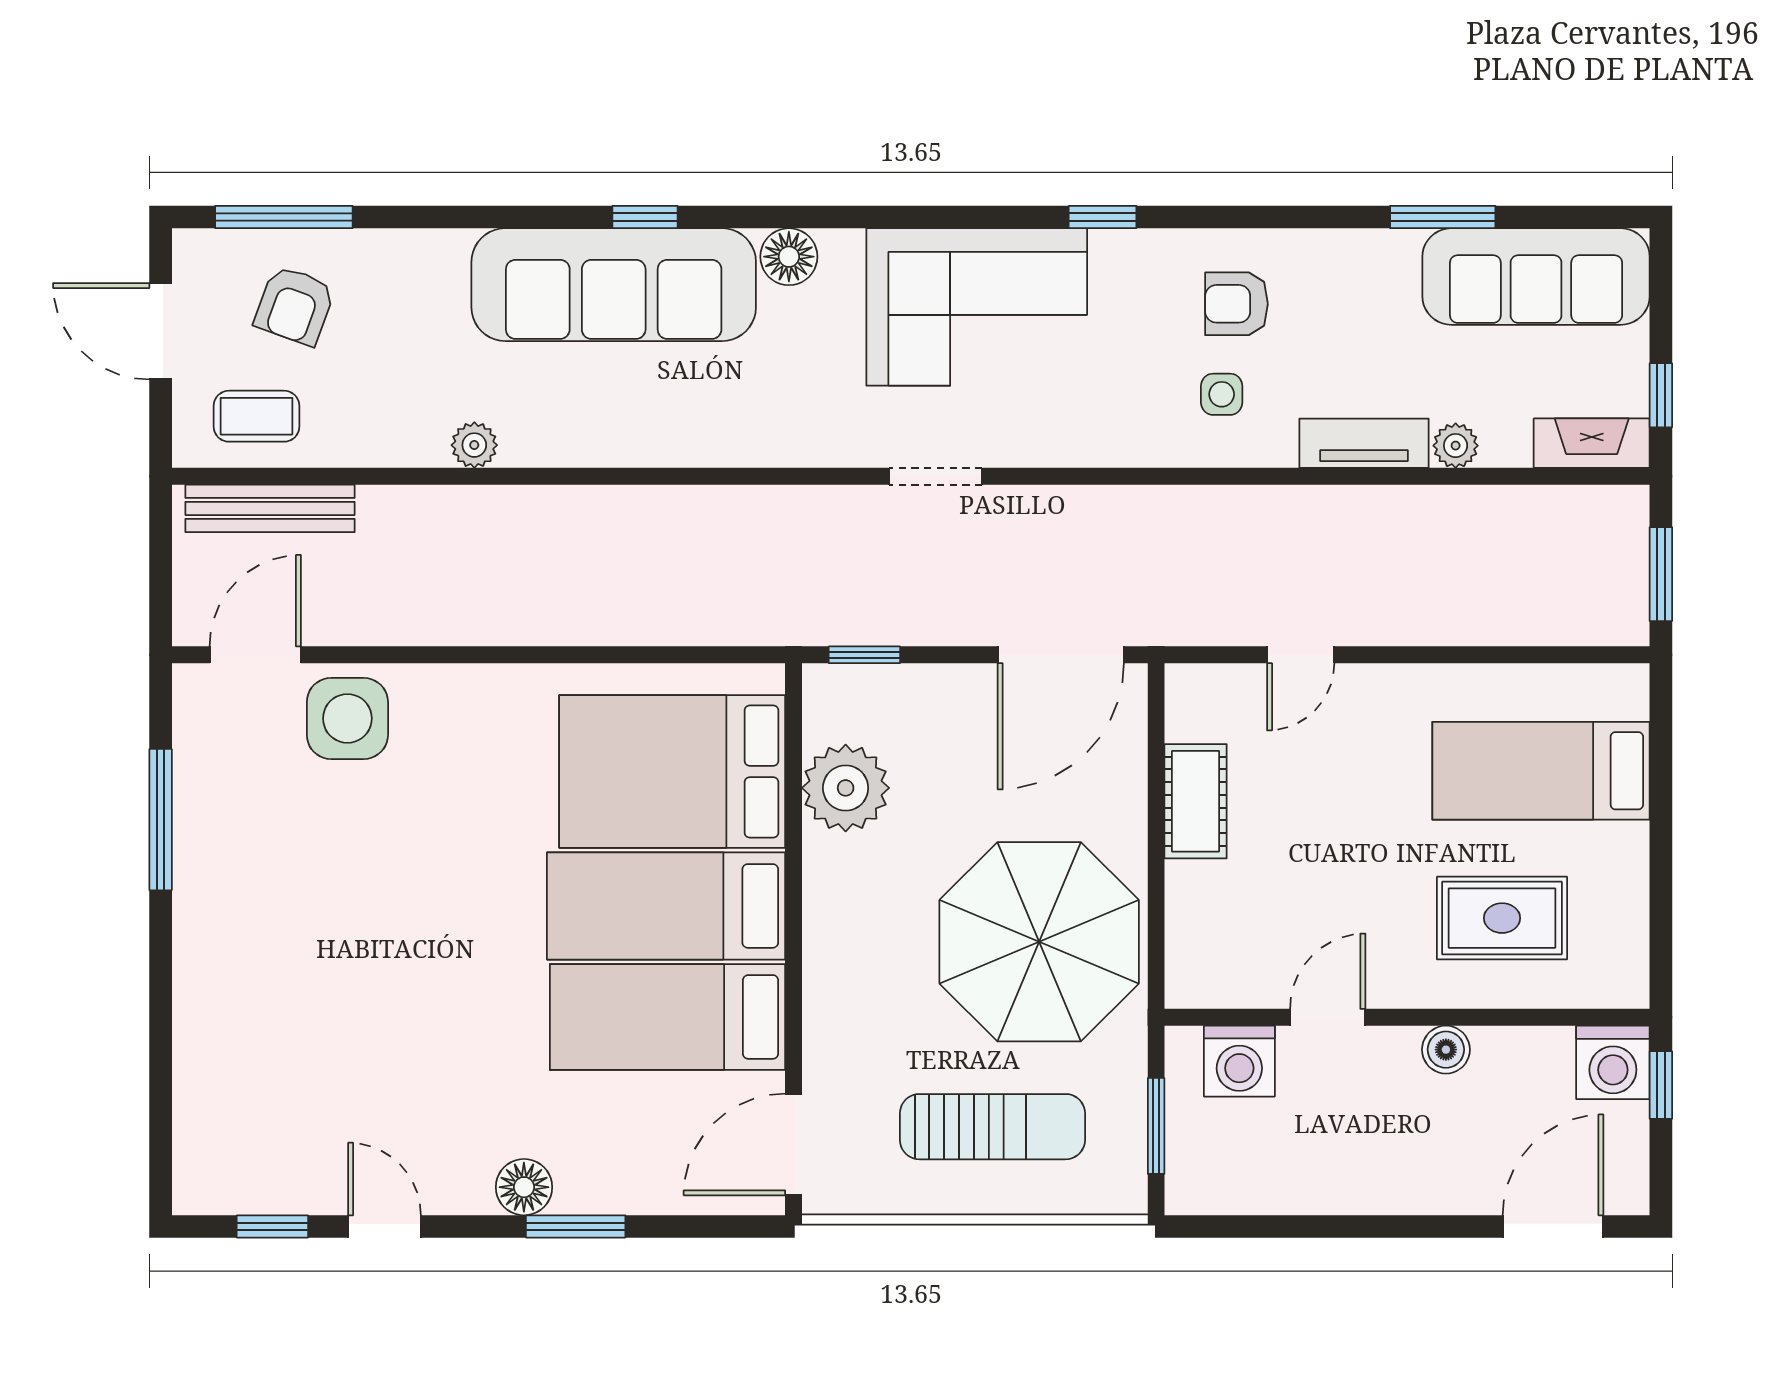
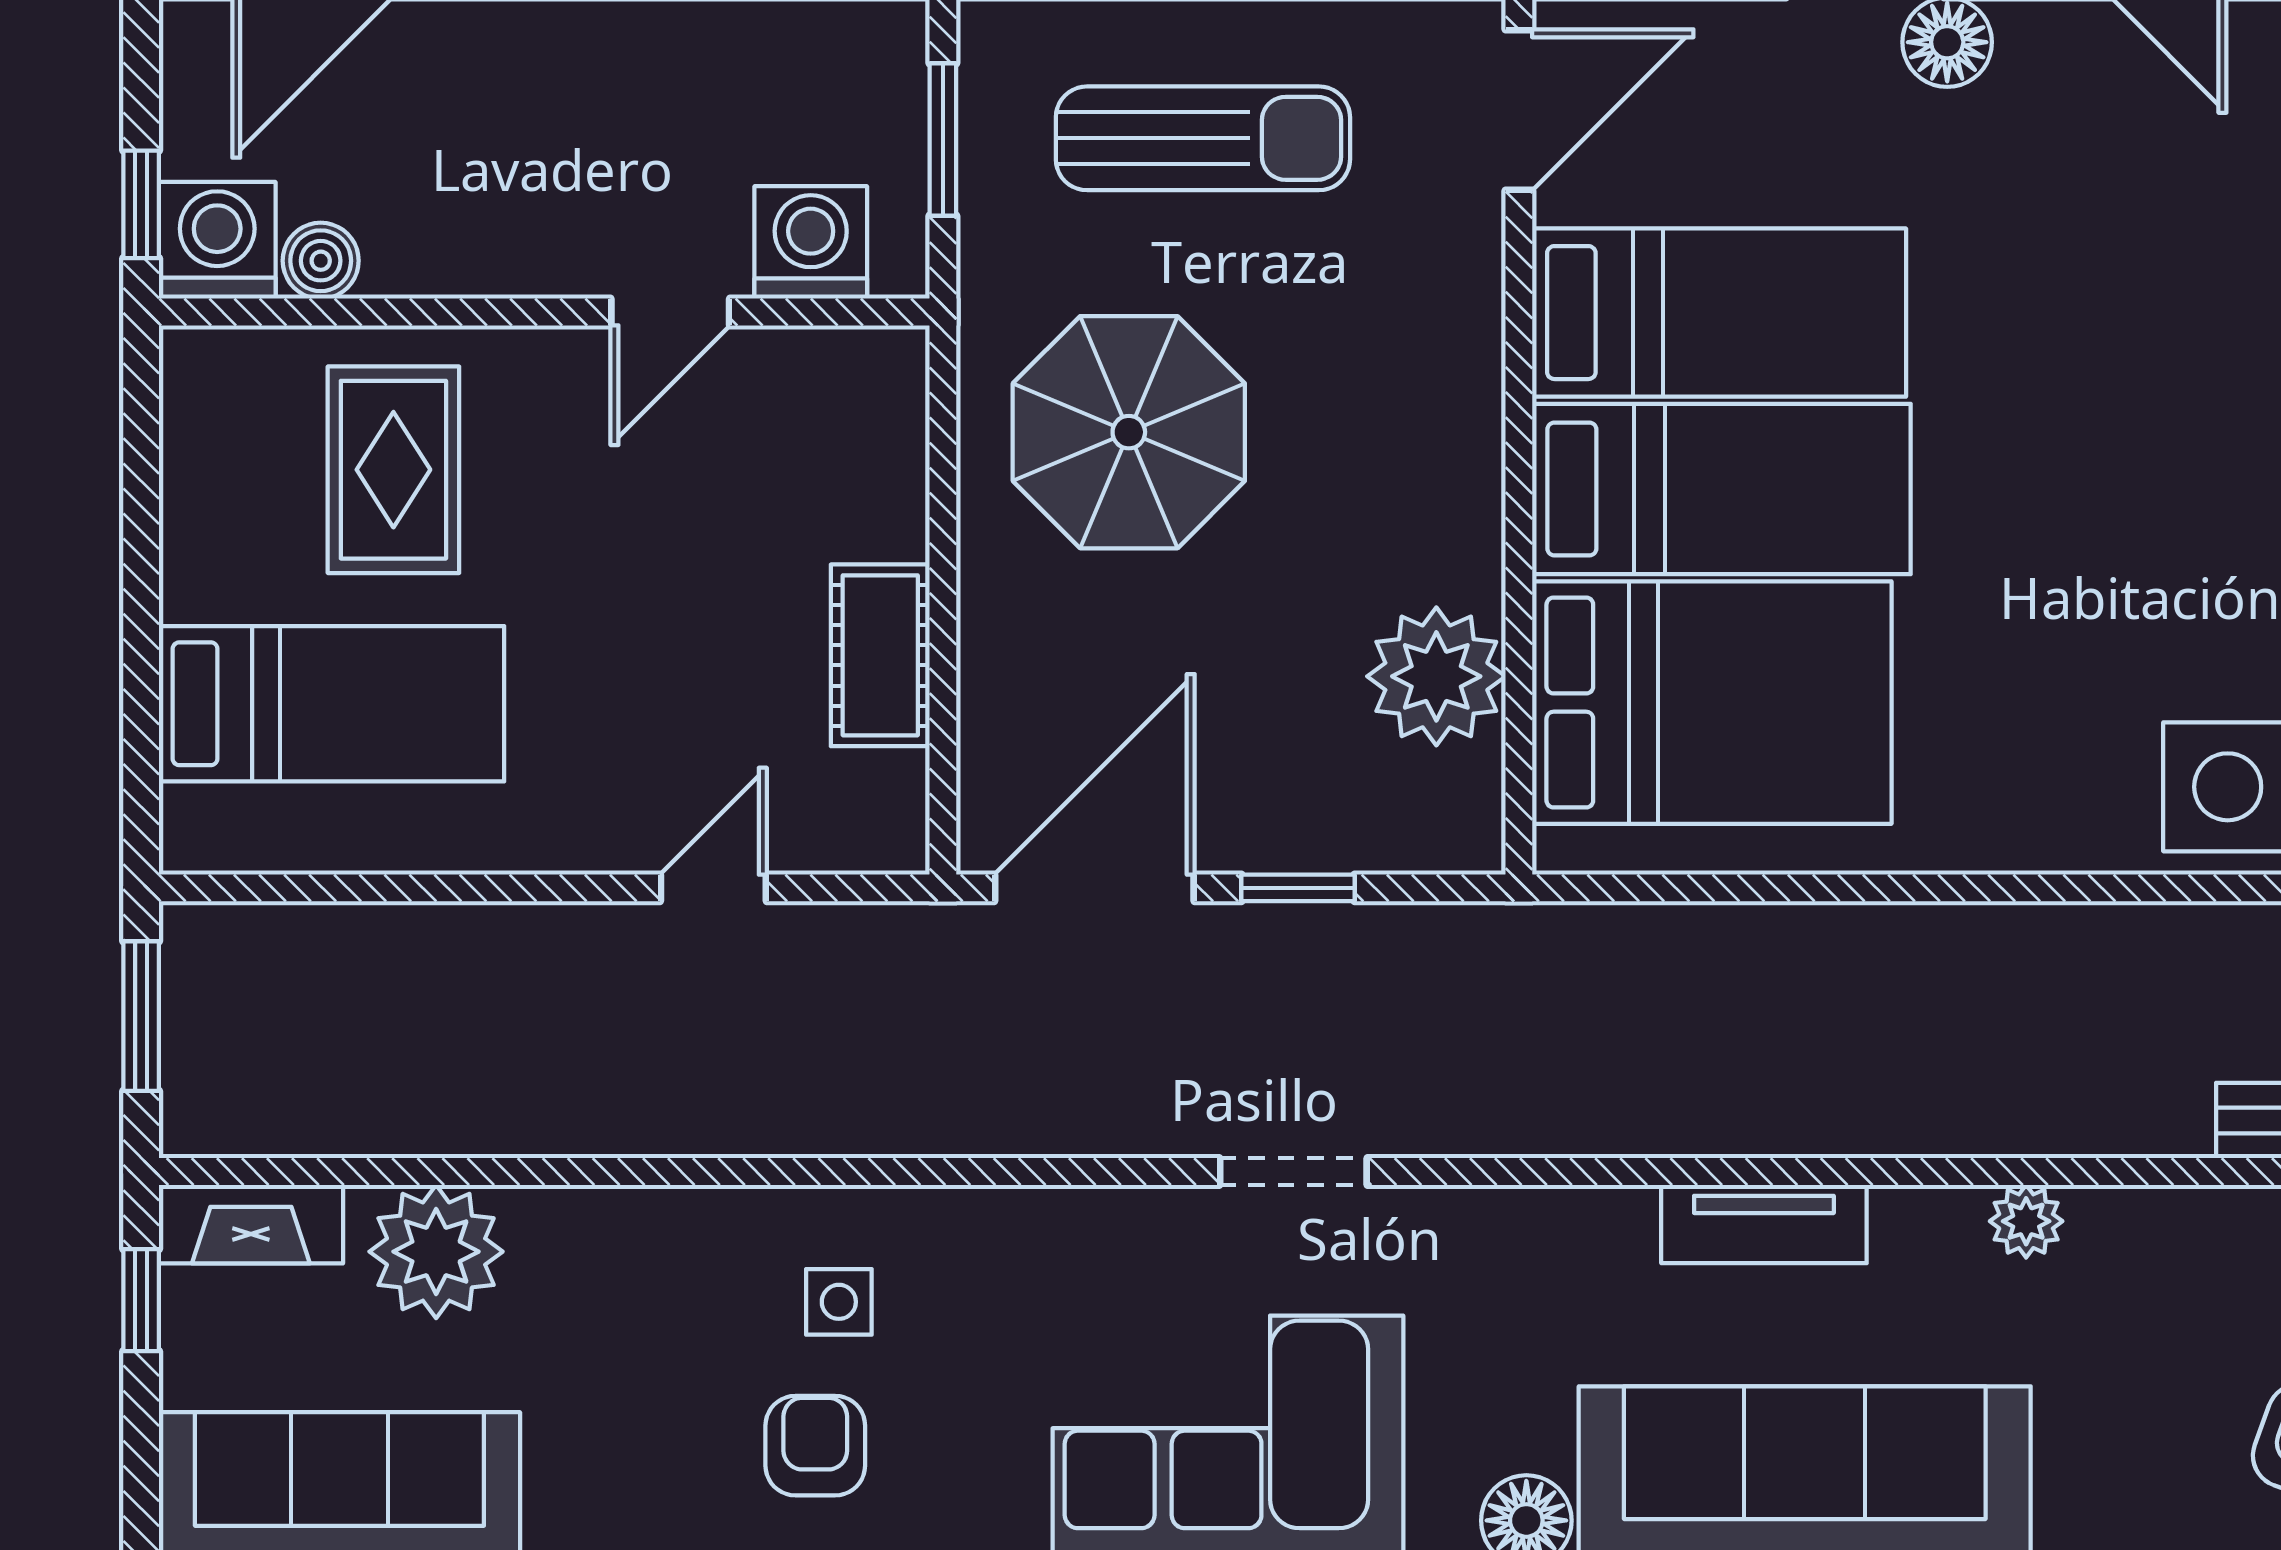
armchair: (1236, 304) -> (815, 1446), turned -90
tv unit: (1364, 443) -> (1764, 1224), moved
plant: (1456, 446) -> (436, 1252), width x1.88, depth x1.88
window: (864, 655) -> (1298, 888), moved
rug: (1502, 918) -> (393, 470), turned 90
parasol: (1039, 942) -> (1129, 432), width x0.73, depth x0.73
boiler: (1446, 1050) -> (321, 261), moved
sun lounger: (992, 1127) -> (1203, 138), turned 180

